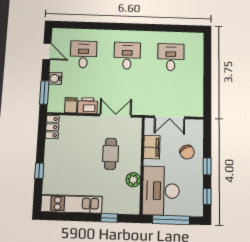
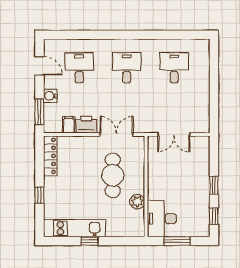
locker: (52, 127) -> (50, 156), width x1.53
filing cabinet: (152, 147) -> (156, 167), removed
chair: (187, 152) -> (193, 171), removed
cafe table: (111, 154) -> (113, 175), width x1.37, depth x1.35
desk: (161, 191) -> (162, 219), width x0.73, depth x0.77
window: (109, 218) -> (90, 241), moved
window: (171, 220) -> (177, 241), width x0.69

